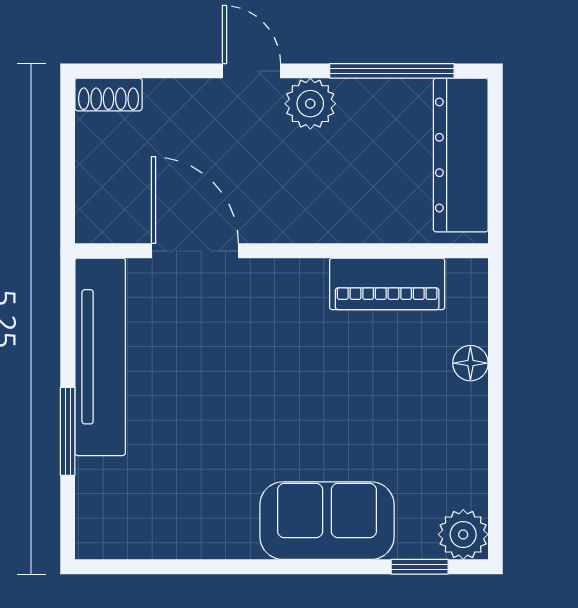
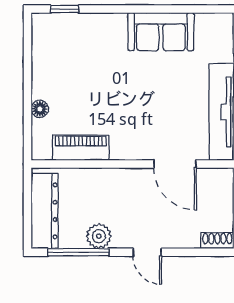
plant: (310, 104) -> (99, 236), moved
sofa: (327, 521) -> (161, 32), moved
plant: (463, 534) -> (43, 25), removed

